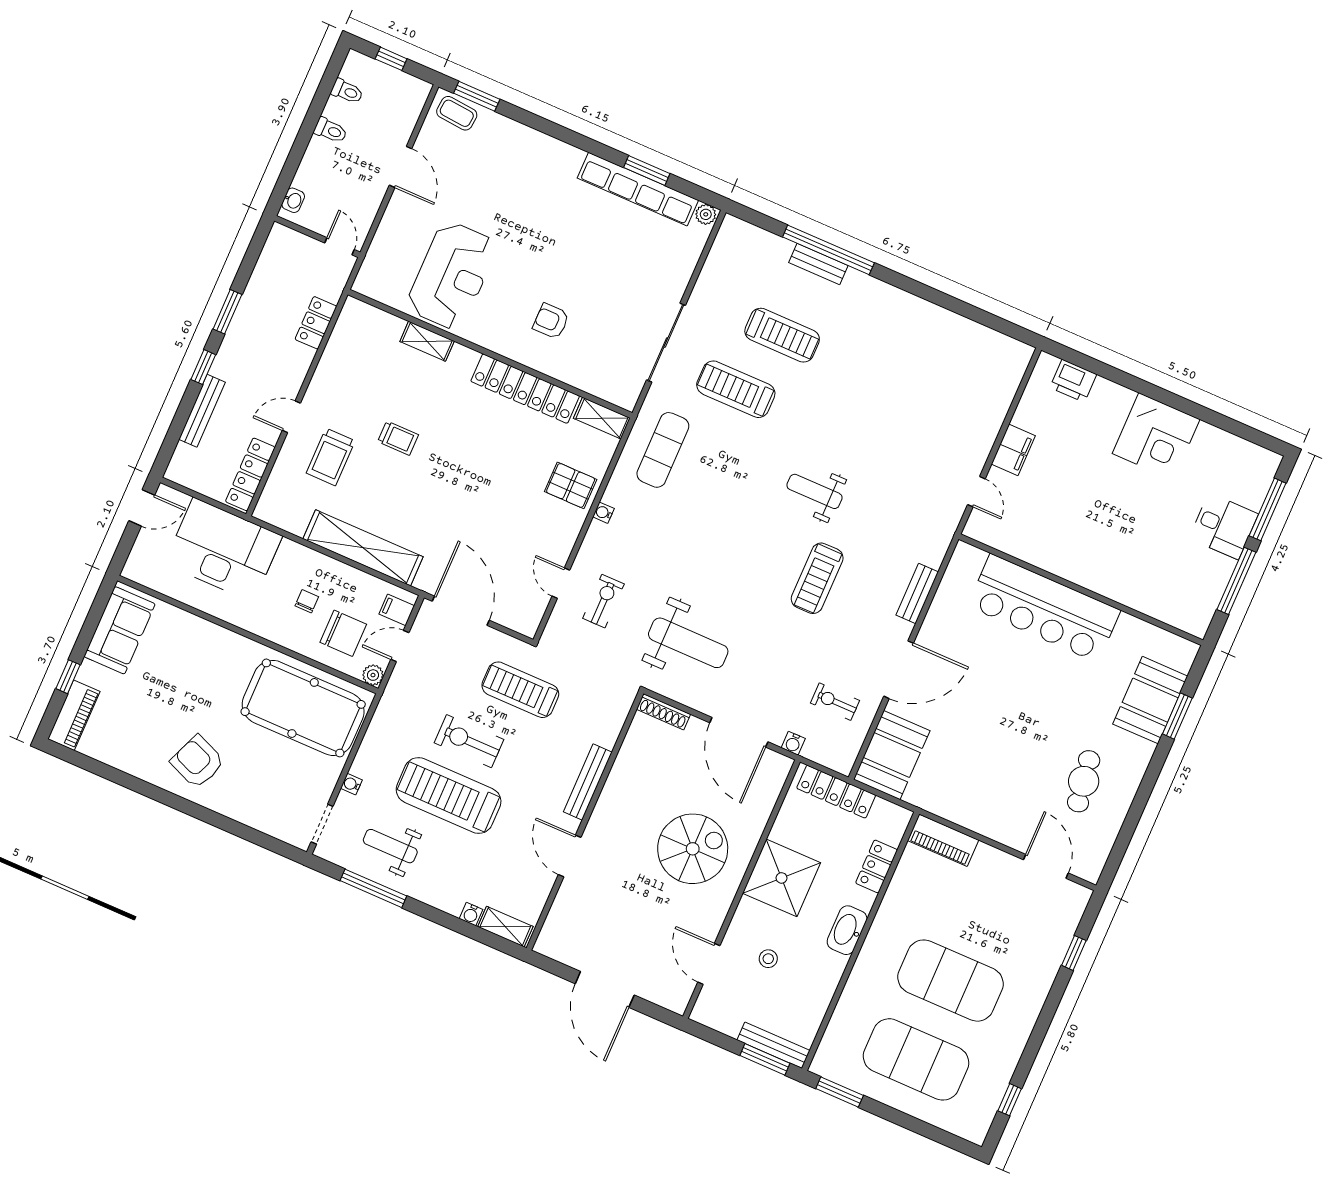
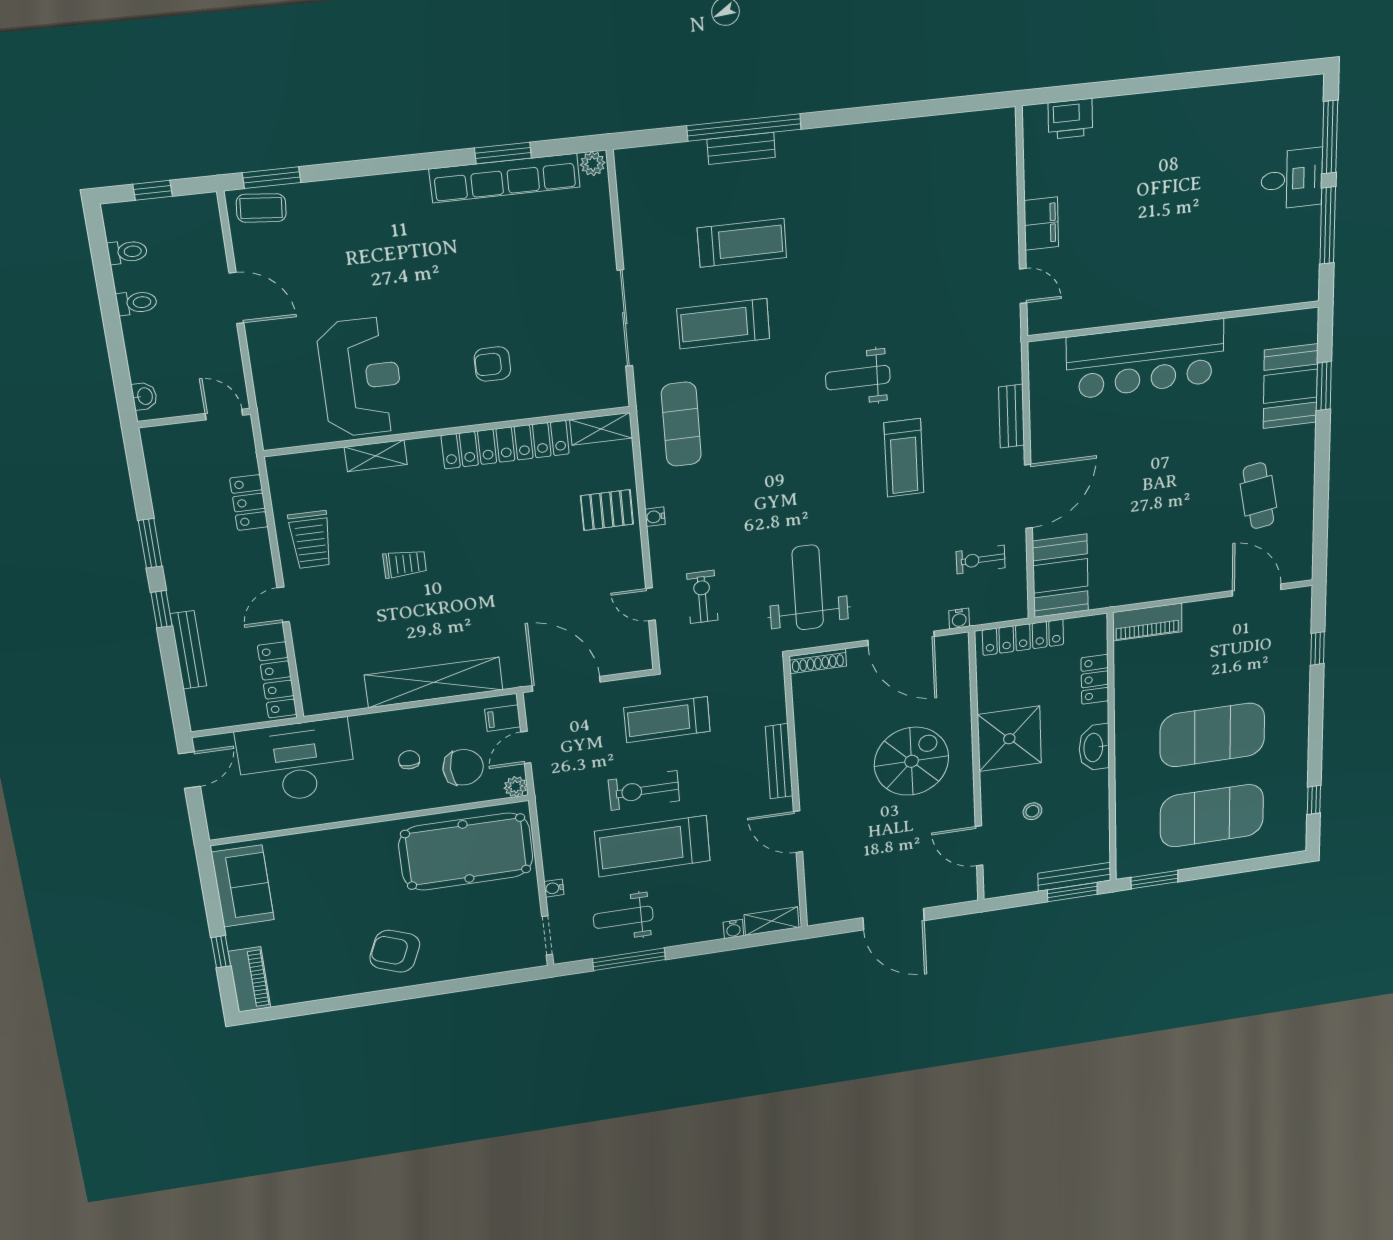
corner desk: (1156, 436) -> (1183, 127), removed
trolley: (331, 457) -> (311, 540), moved
weight bench: (688, 643) -> (808, 587), turned -90

